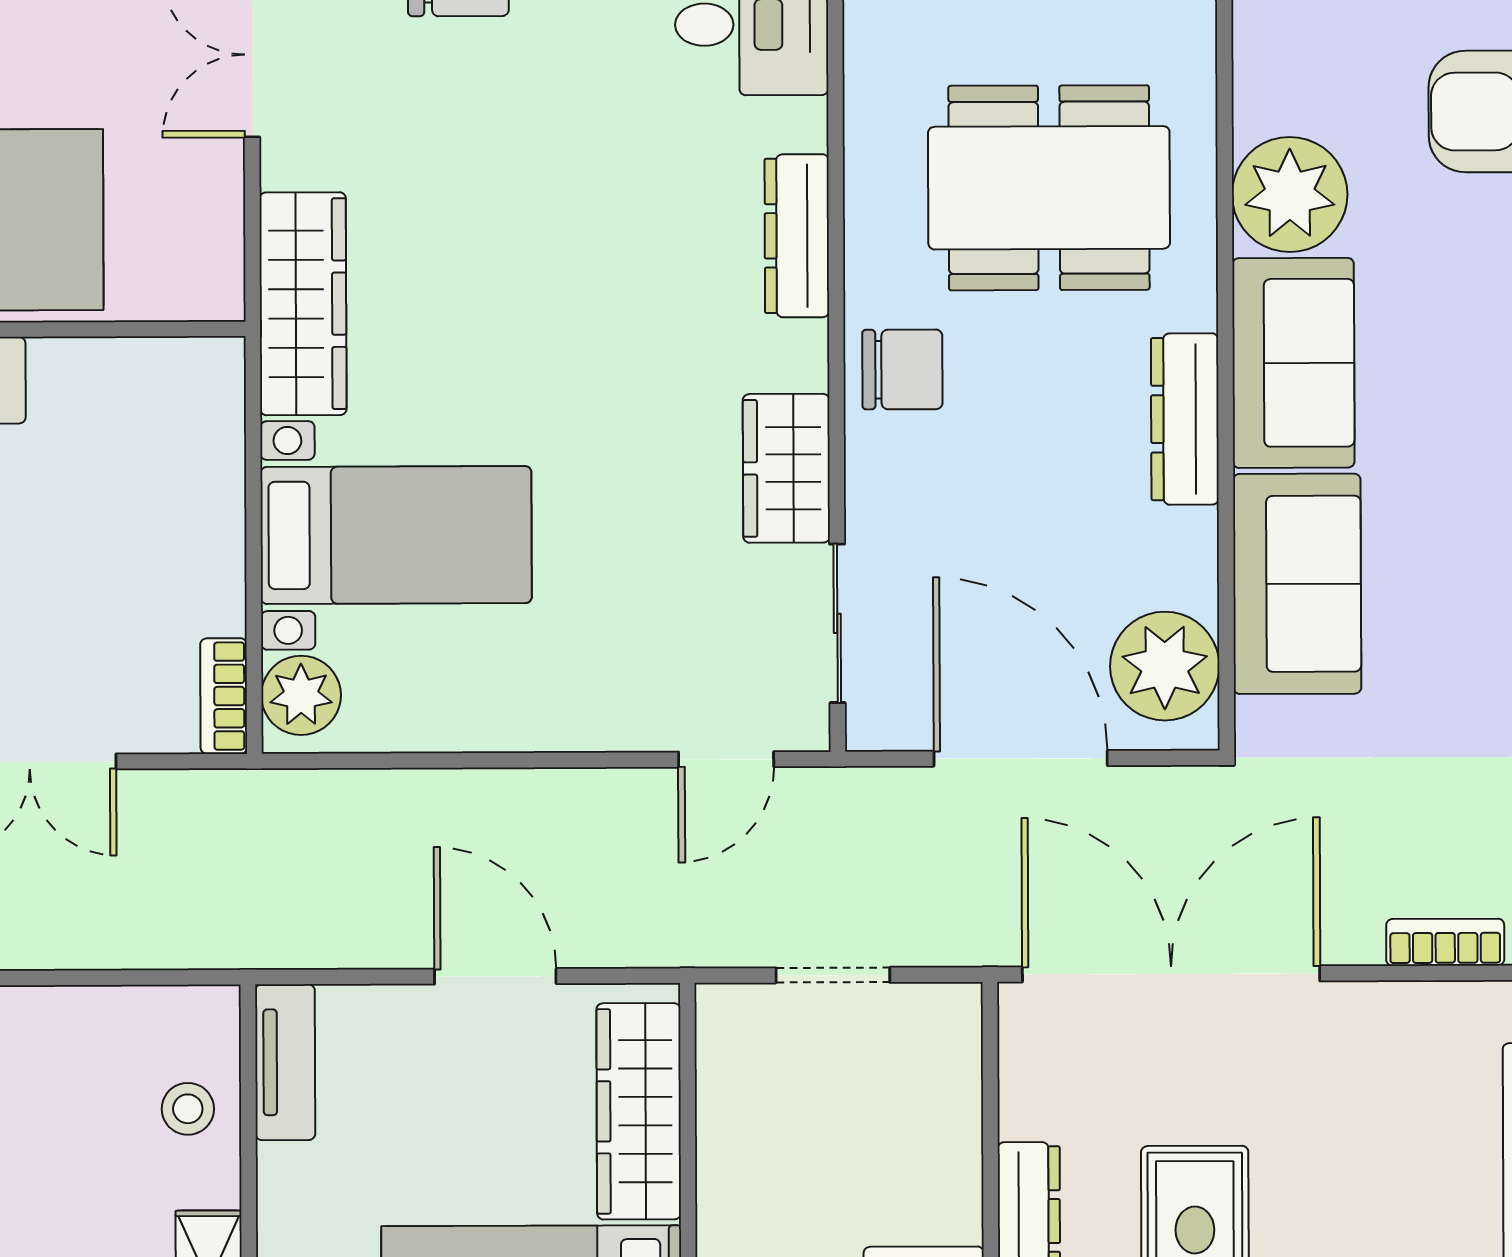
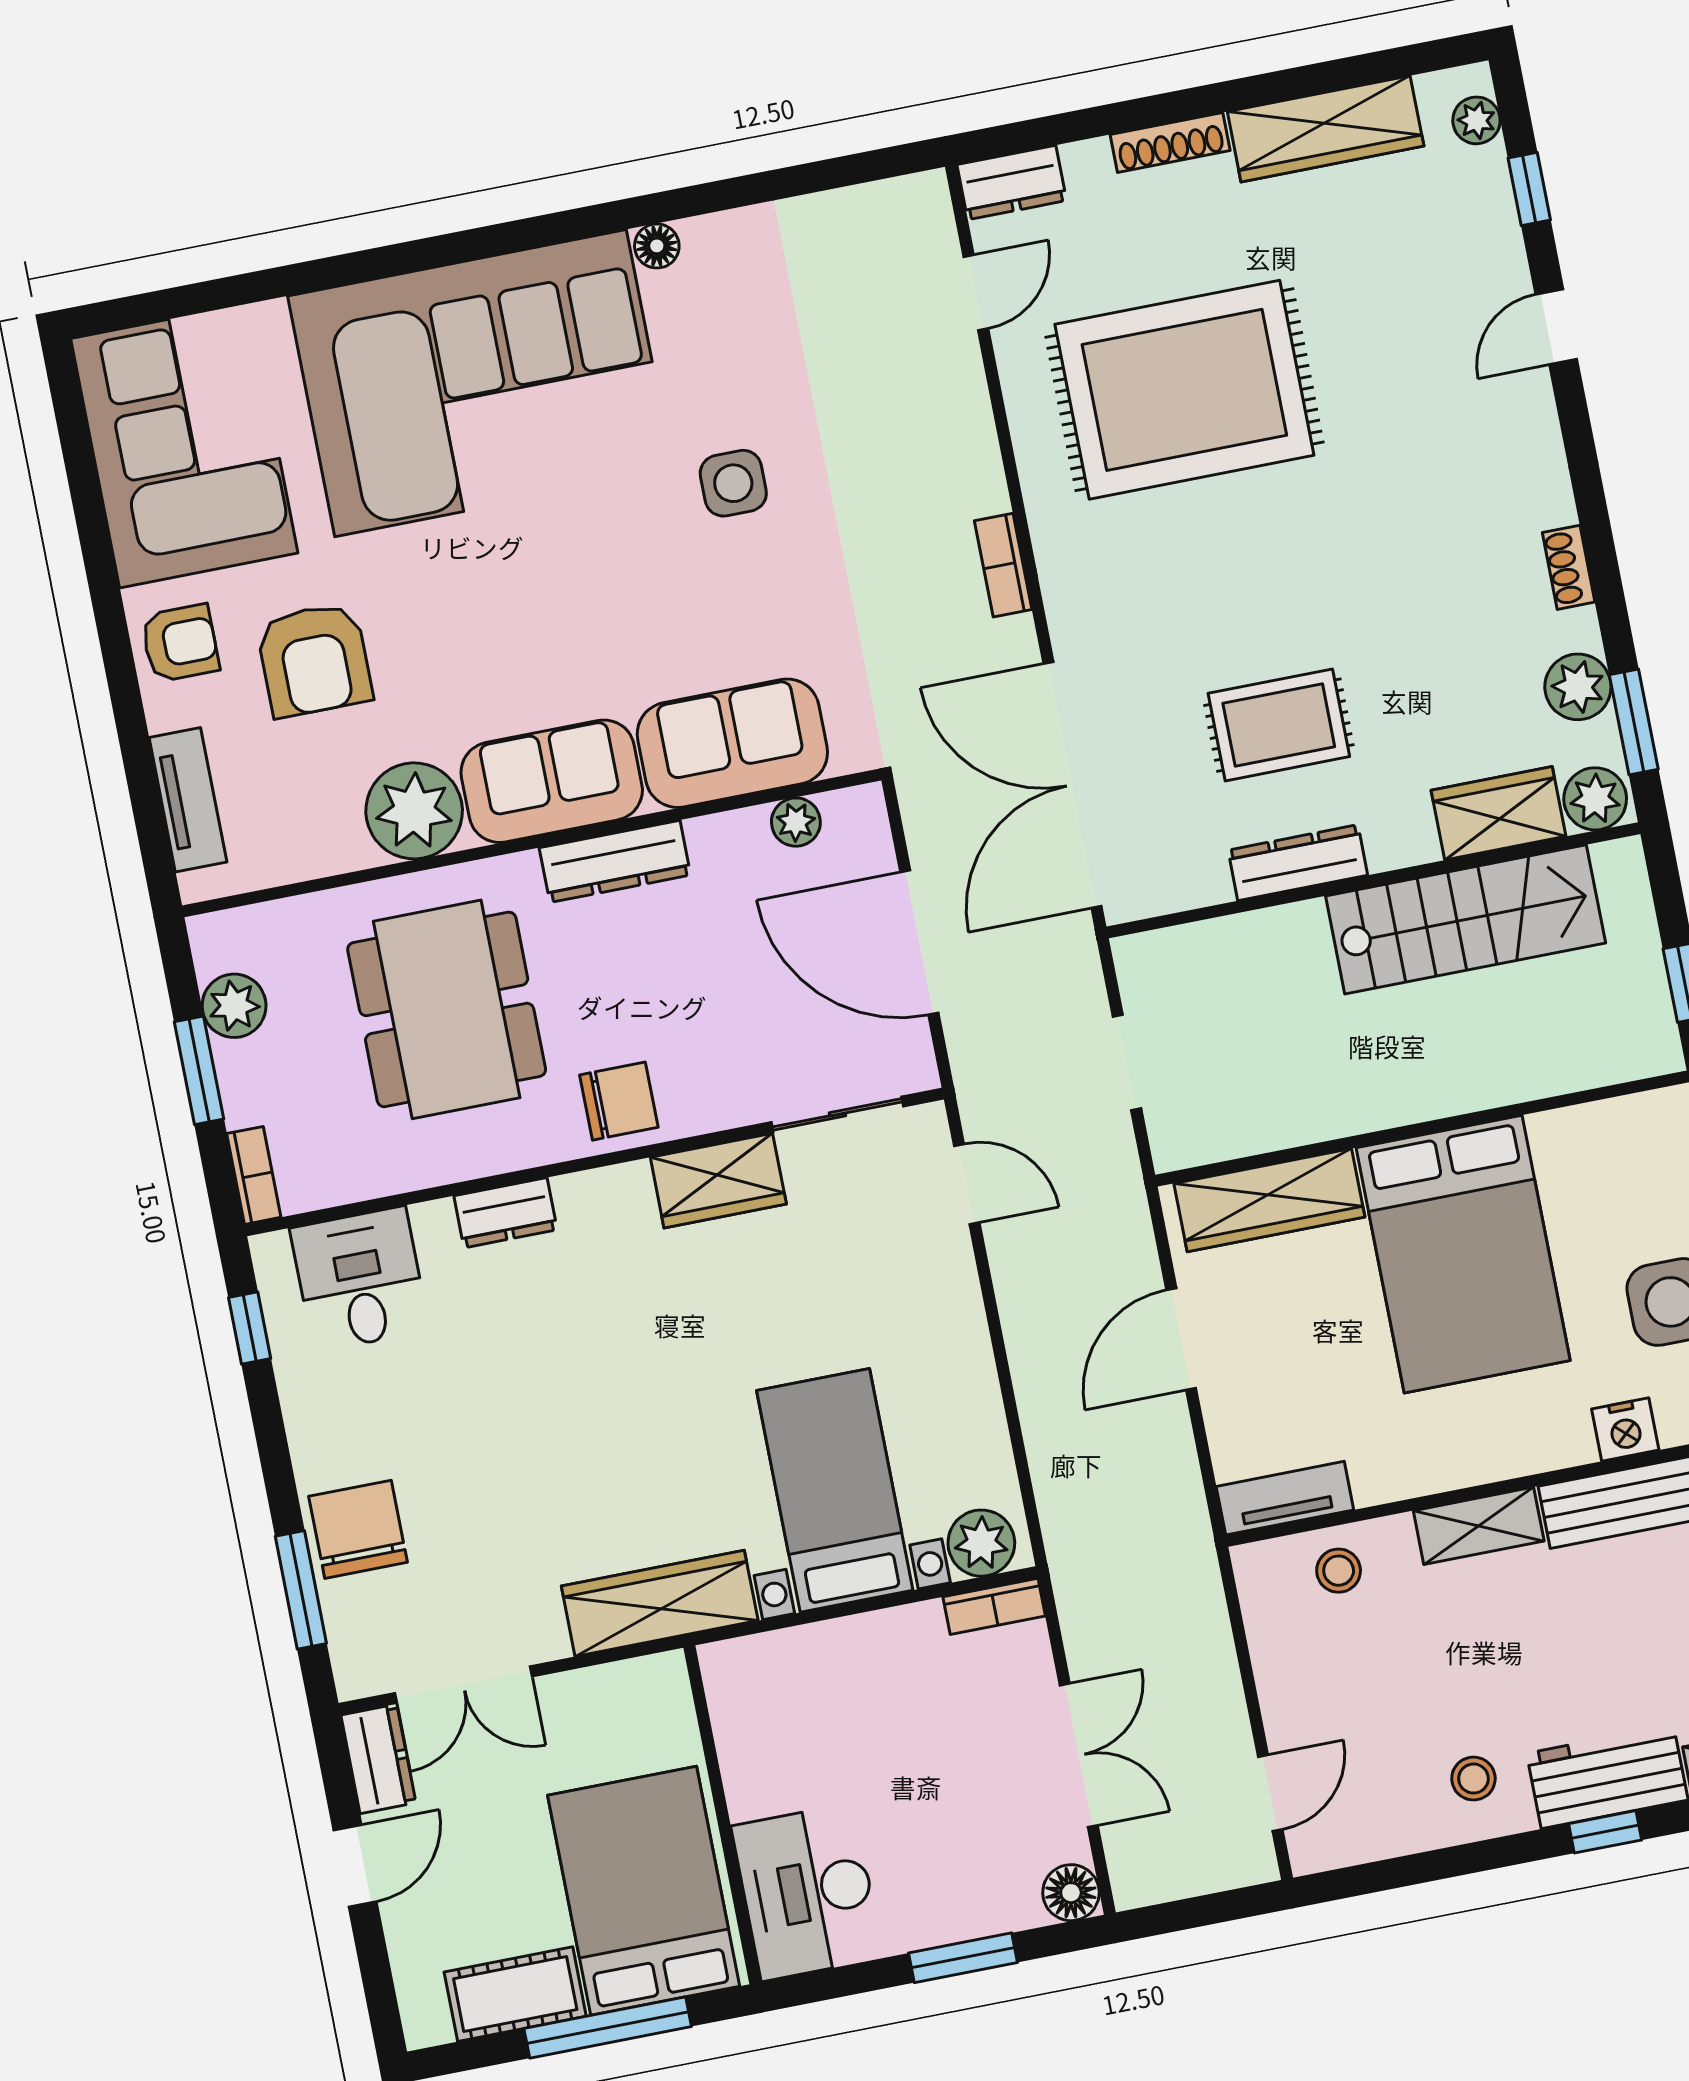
dresser: (797, 236) -> (505, 1213), width x0.70
chair: (902, 369) -> (619, 1101), turned 90
plant: (1165, 666) -> (796, 822), width x0.53, depth x0.53
door: (1021, 758) -> (919, 943), hinge flipped

